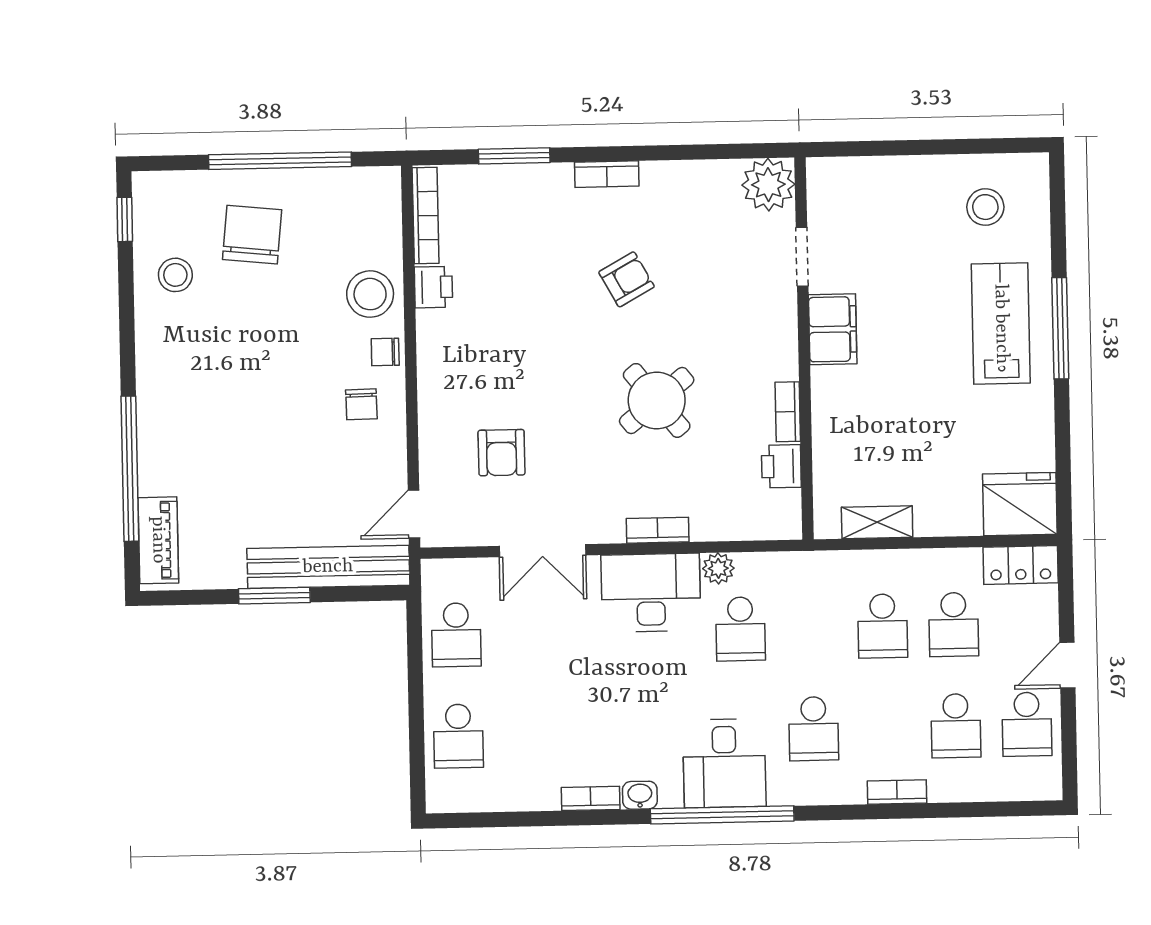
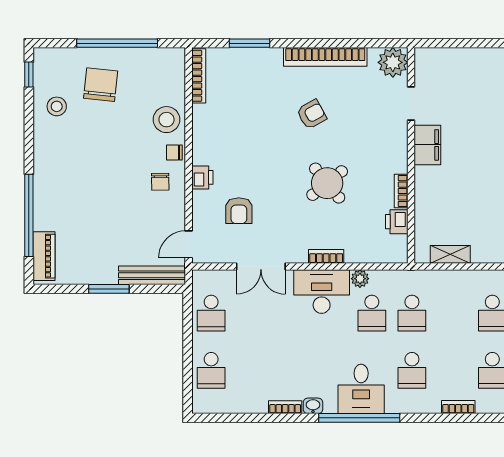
bookcase: (607, 174) -> (325, 57), width x2.31, depth x1.31
printer: (433, 287) -> (202, 177), moved
bench: (328, 567) -> (152, 275), width x0.73, depth x0.82
school desk: (883, 626) -> (412, 313), moved

